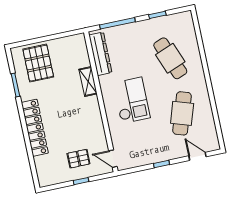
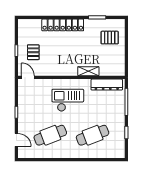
pallet: (38, 63) -> (110, 38), width x0.67, depth x0.71
checkout: (132, 100) -> (68, 100), turned 180
cafe table: (182, 113) -> (50, 135), turned -39
door: (198, 156) -> (16, 140), hinge flipped
door: (113, 159) -> (28, 77), hinge flipped

